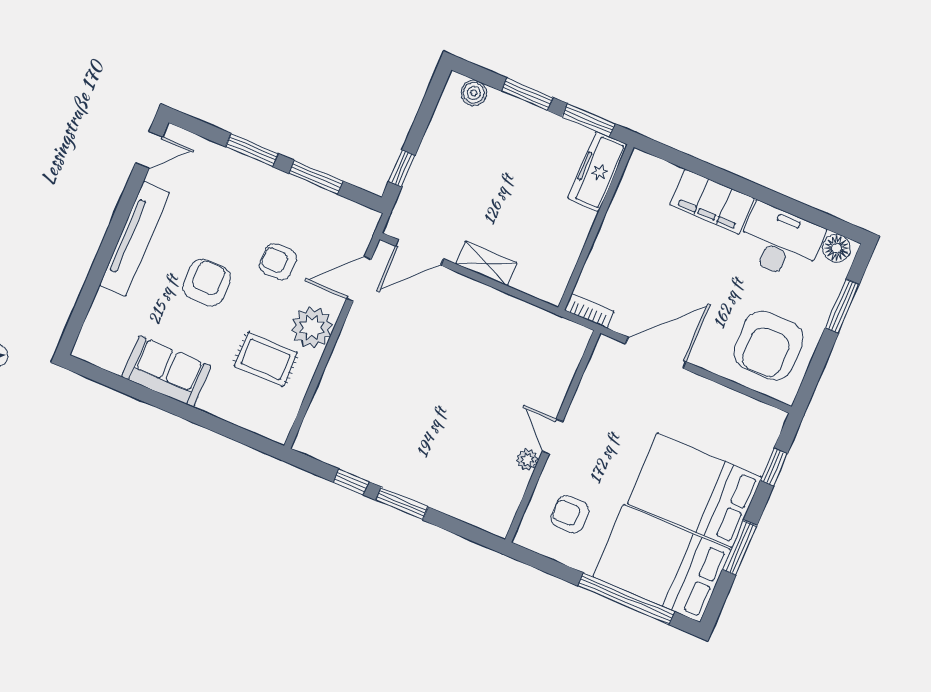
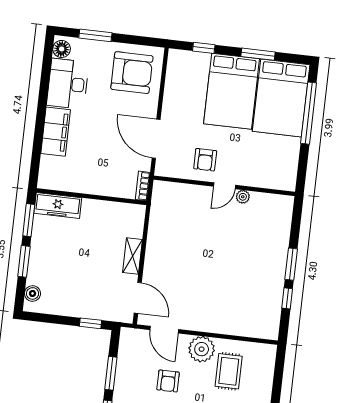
armchair: (570, 514) -> (205, 160), moved

